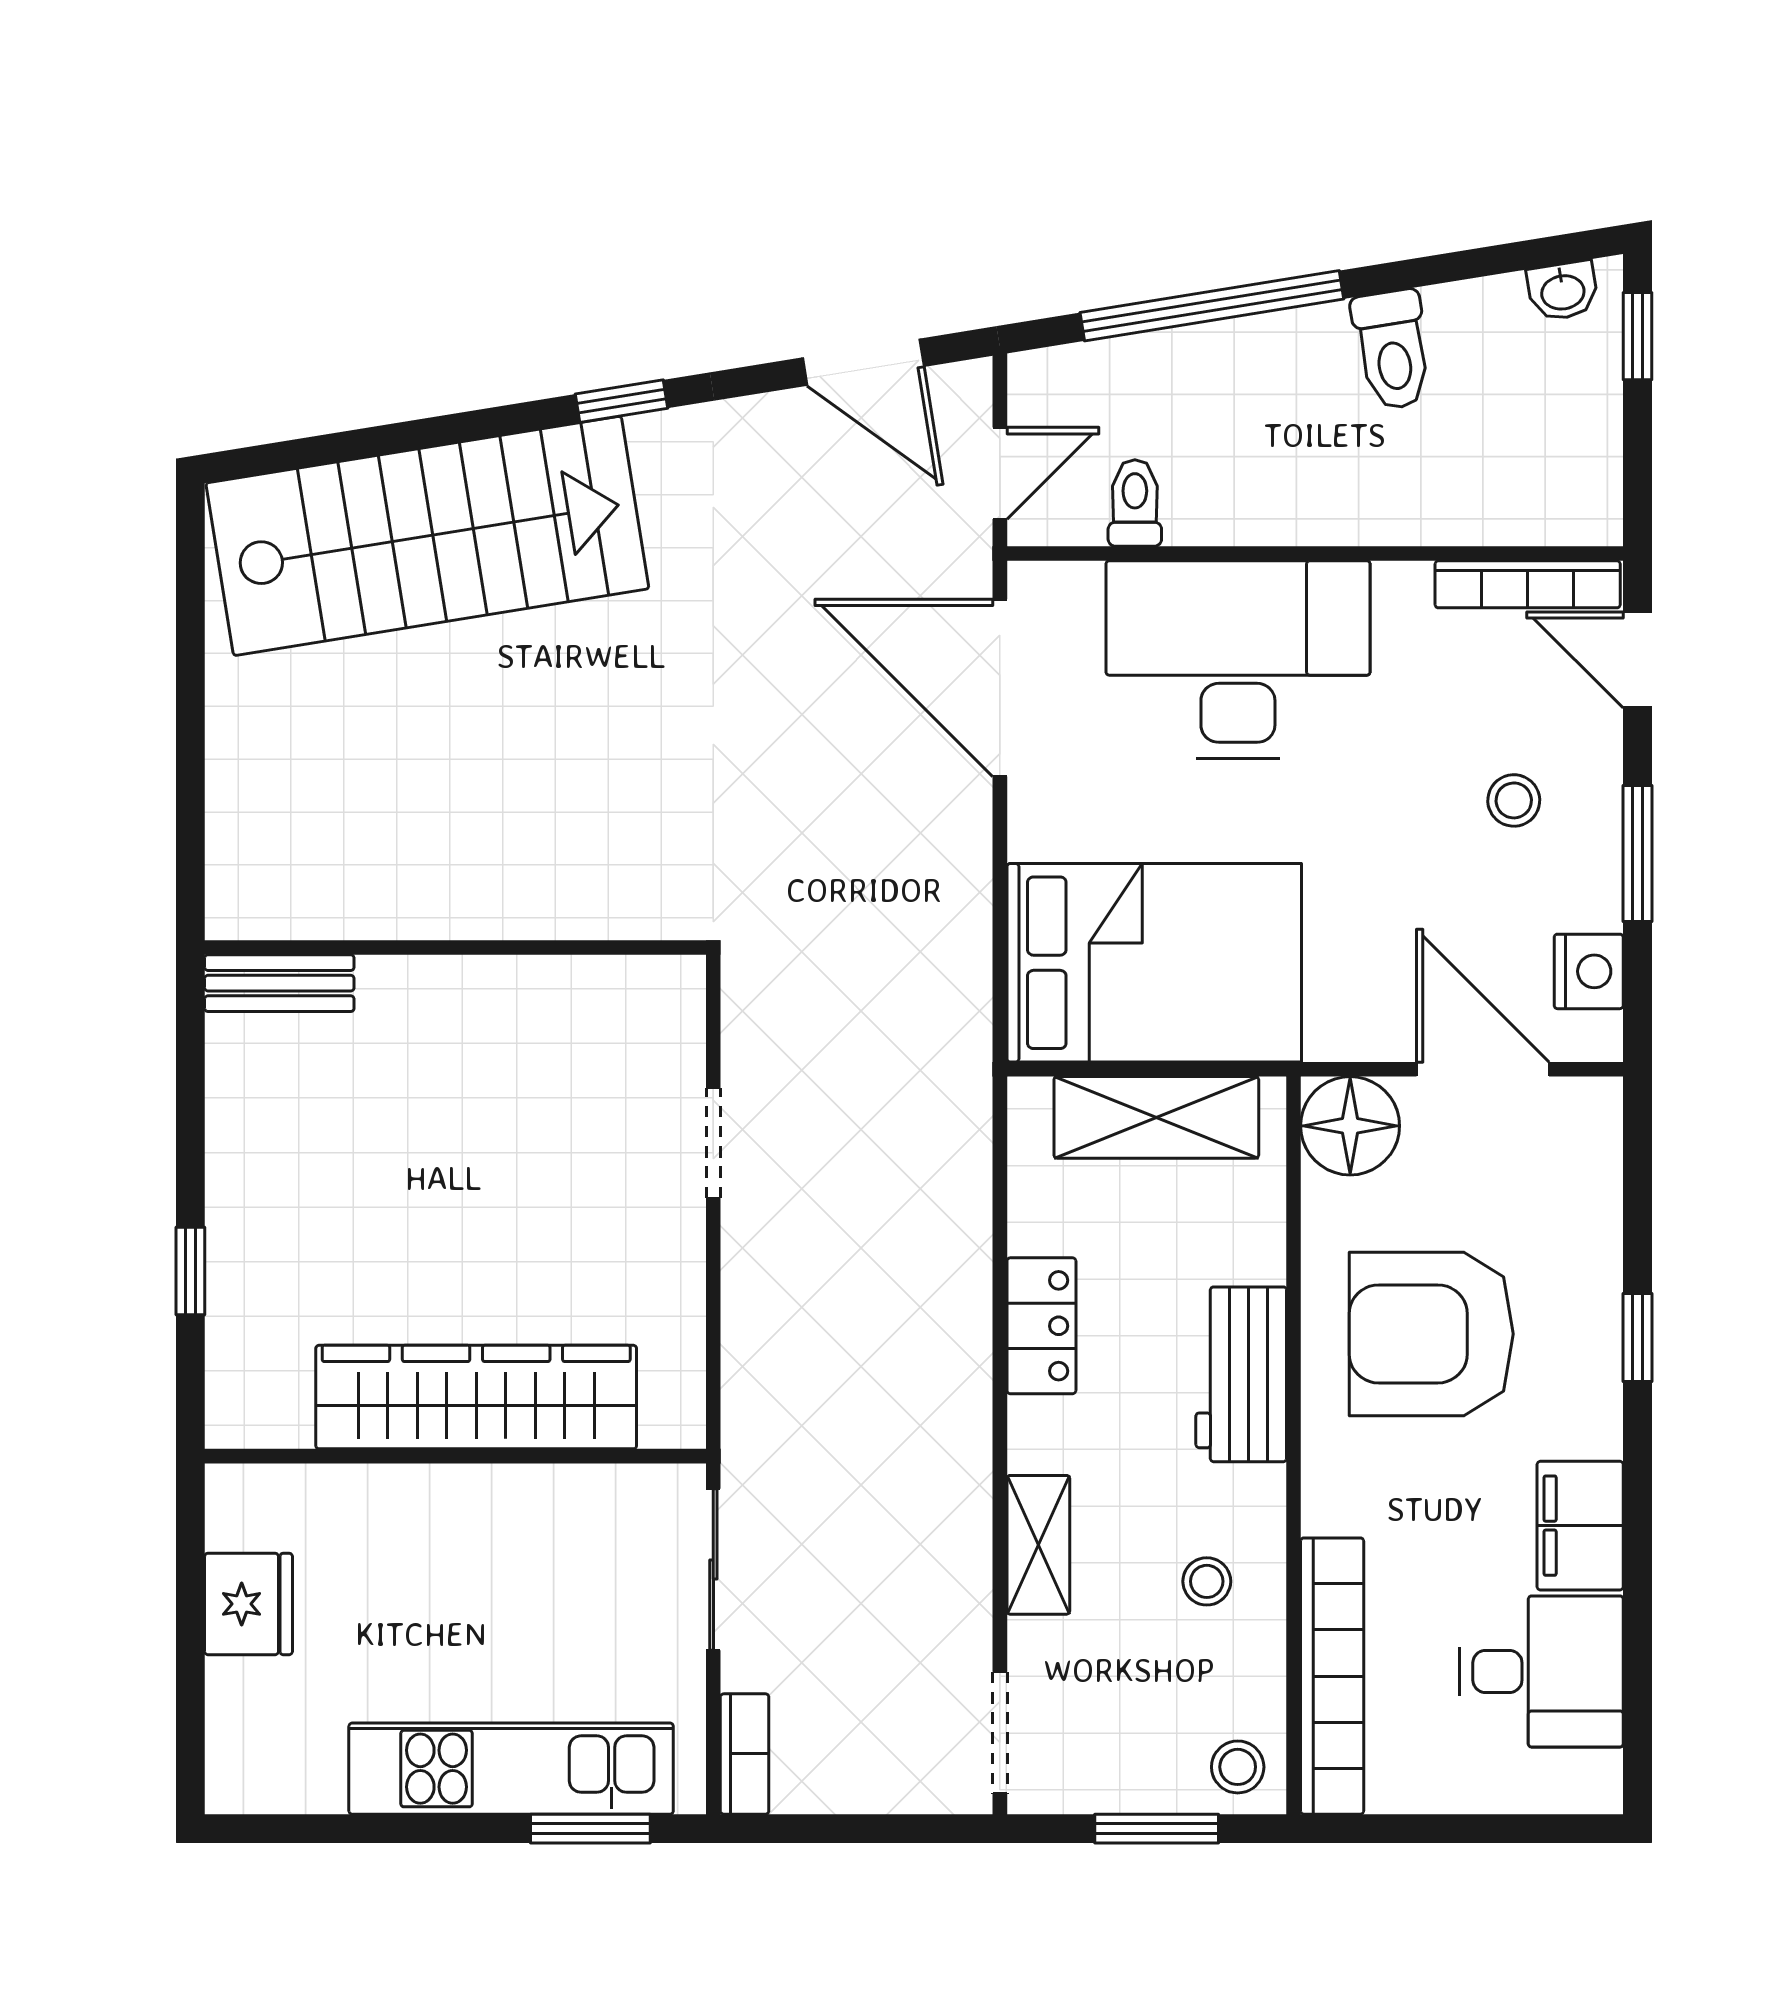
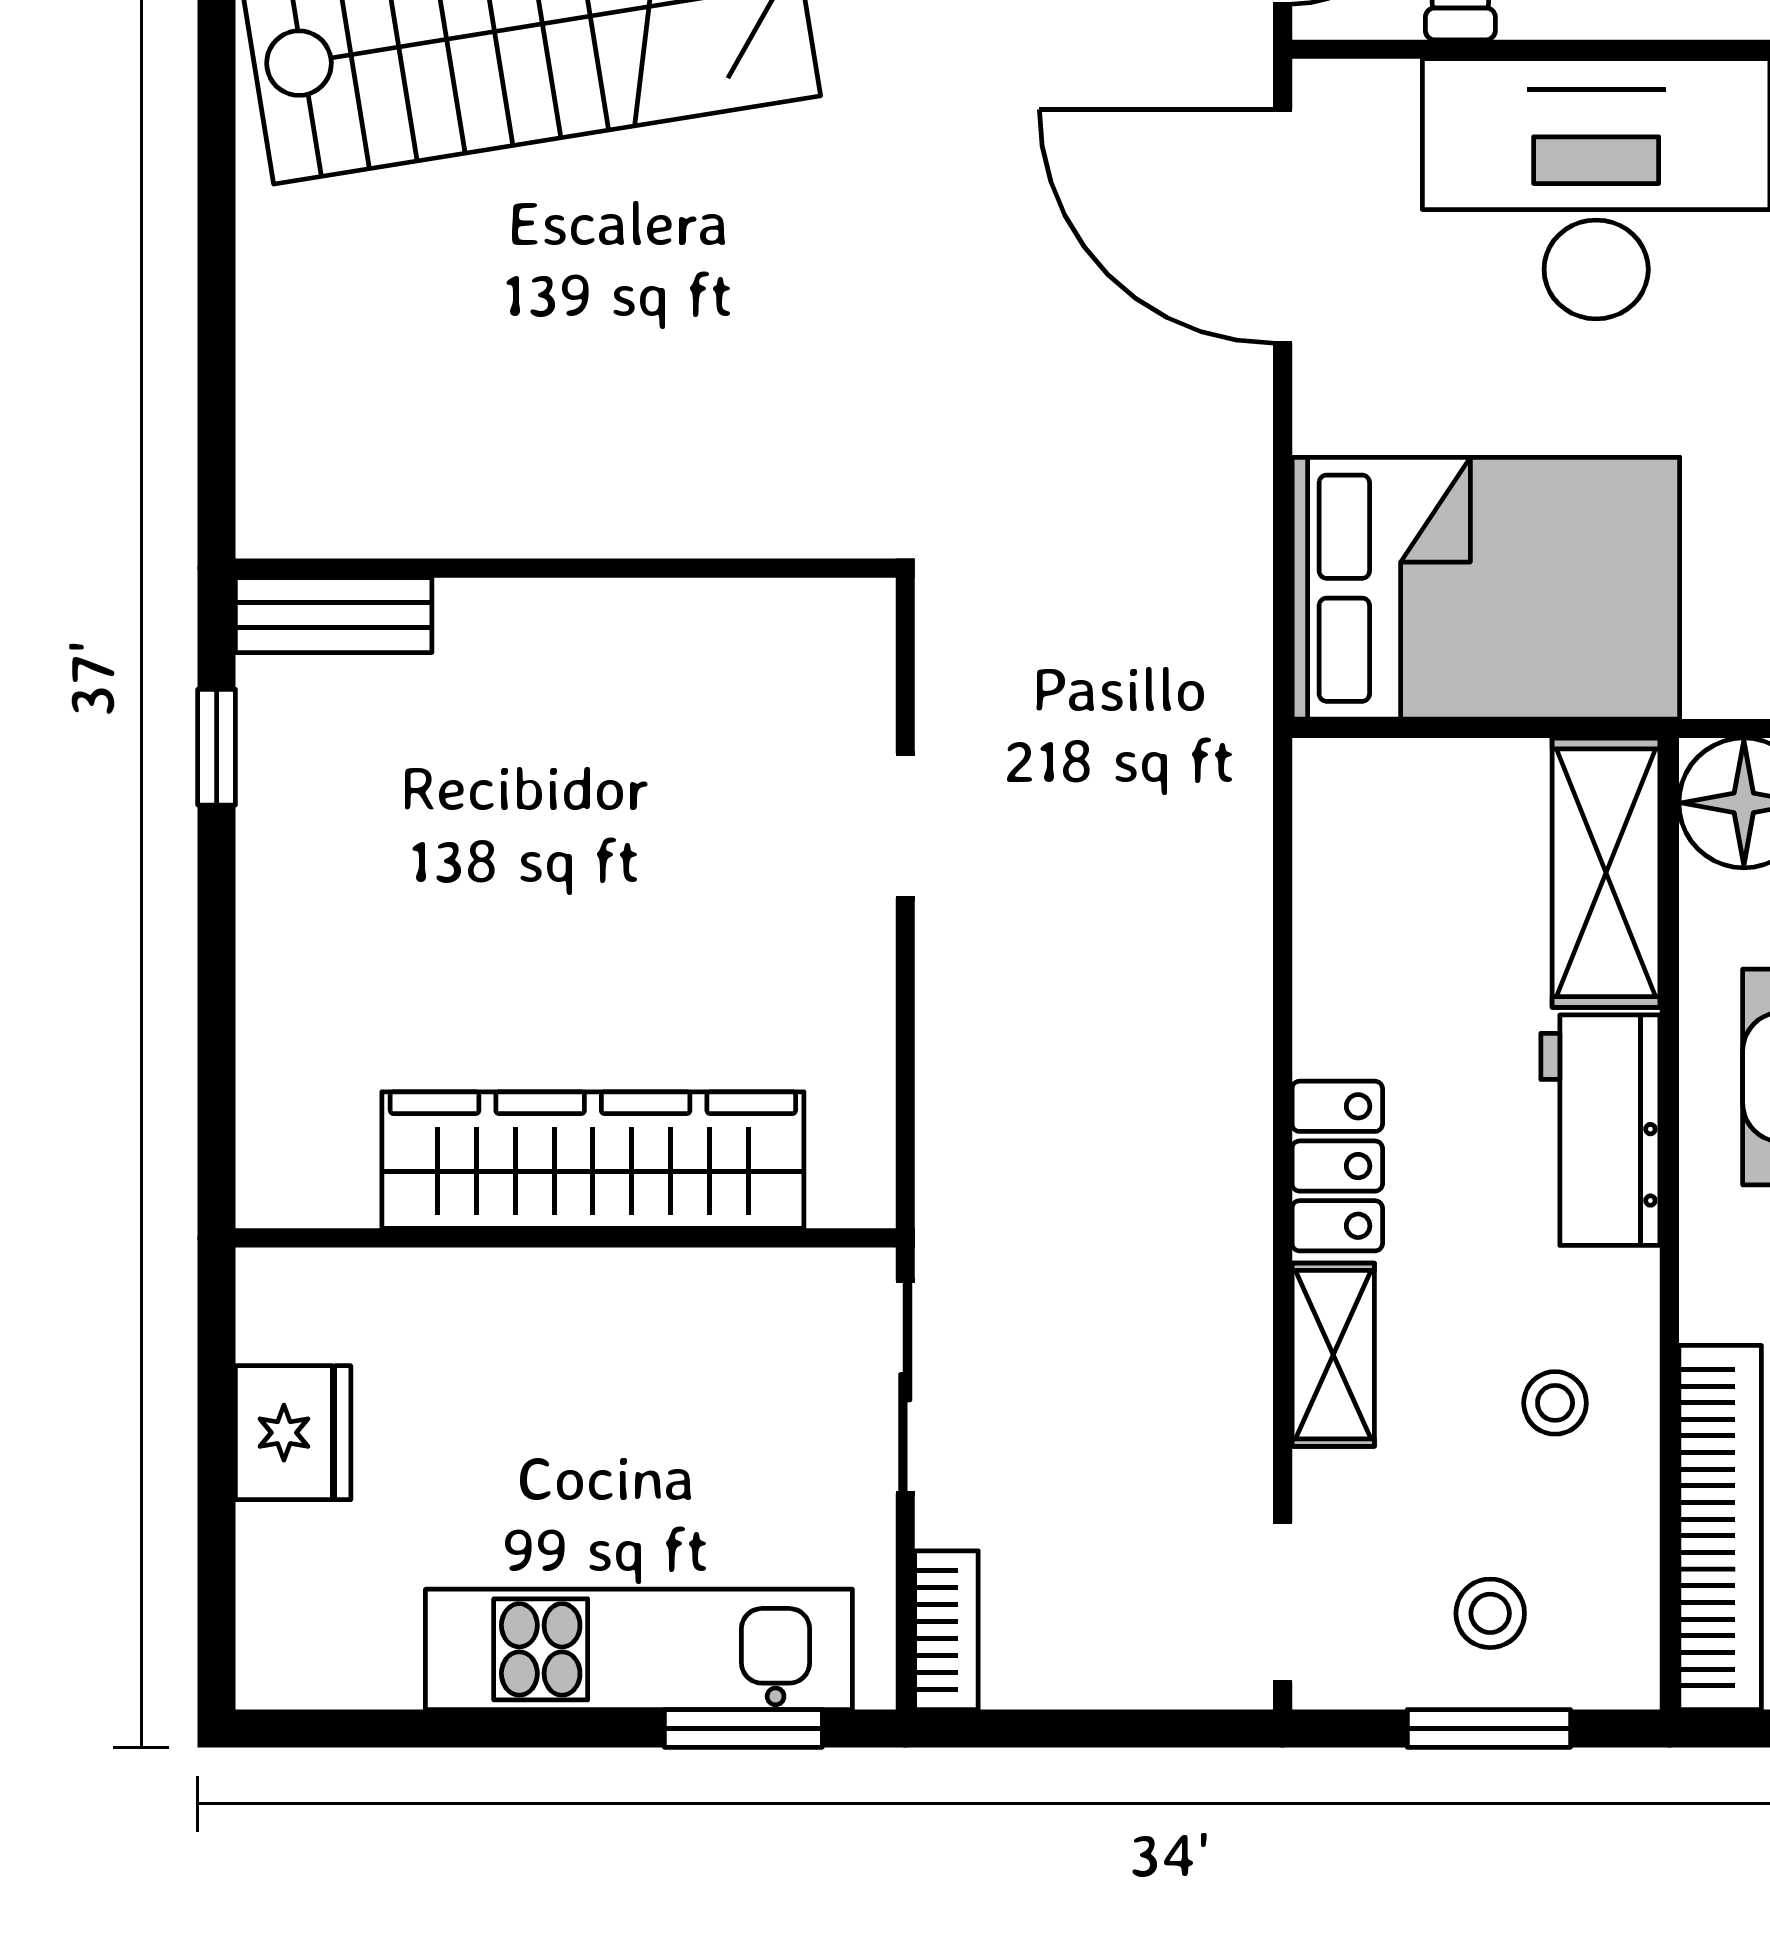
shelving: (1156, 1117) -> (1606, 873), moved, turned 90
window: (190, 1271) -> (217, 747), moved
locker: (1041, 1326) -> (1337, 1166), moved
stool: (1238, 1767) -> (1490, 1613), moved

